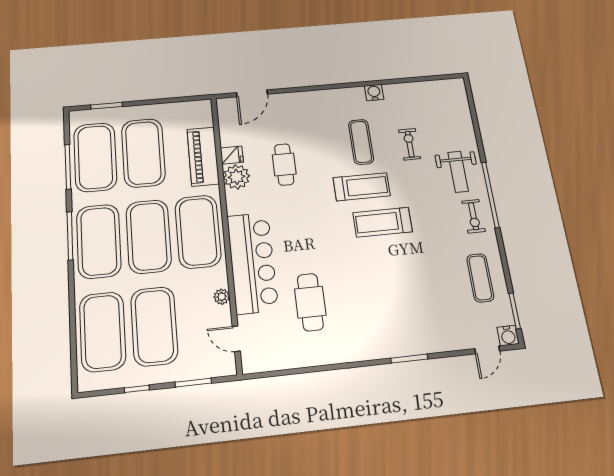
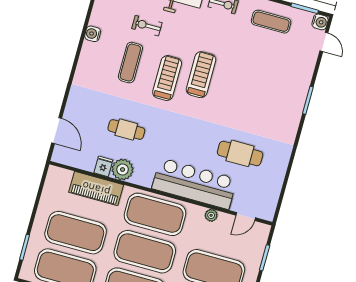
exercise mat: (361, 142) -> (130, 63), turned 90
treadmill: (383, 222) -> (201, 75), turned 180

